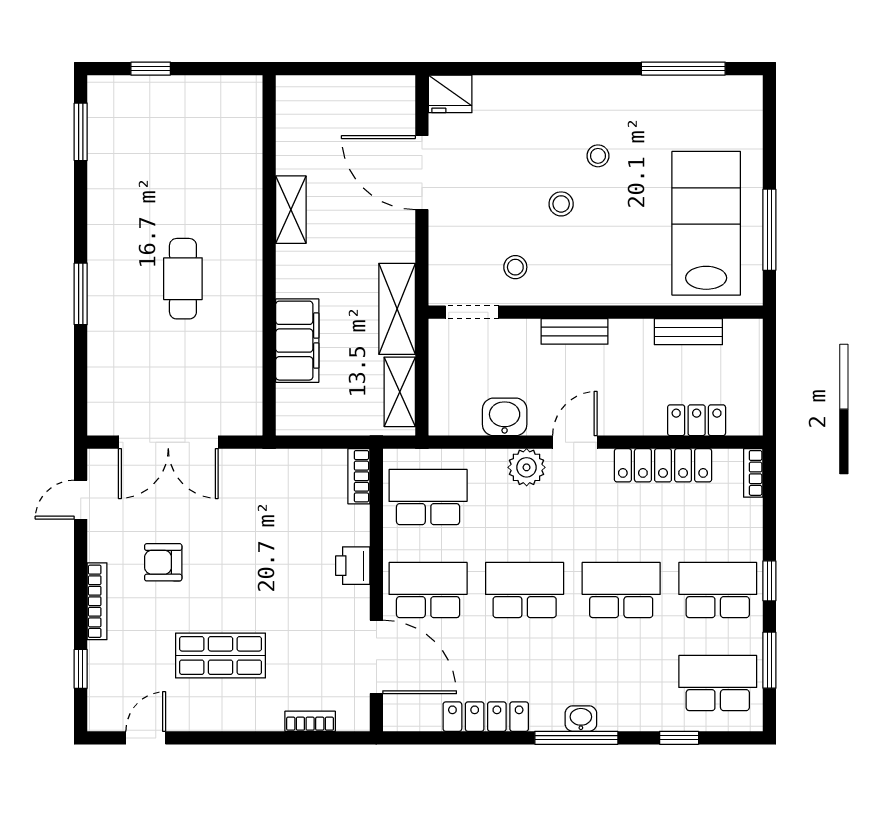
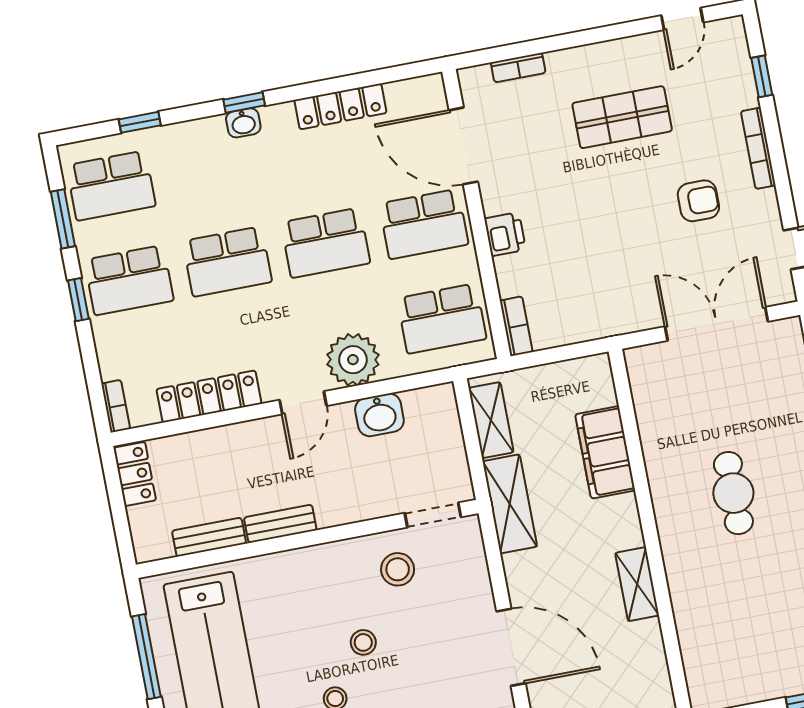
stool: (515, 267) -> (398, 569), width x1.37, depth x1.37
bench: (575, 331) -> (280, 524), moved
locker: (697, 420) -> (135, 474), moved, turned -90
plant: (527, 467) -> (353, 360), width x1.36, depth x1.36
window: (576, 738) -> (244, 102), width x0.46

